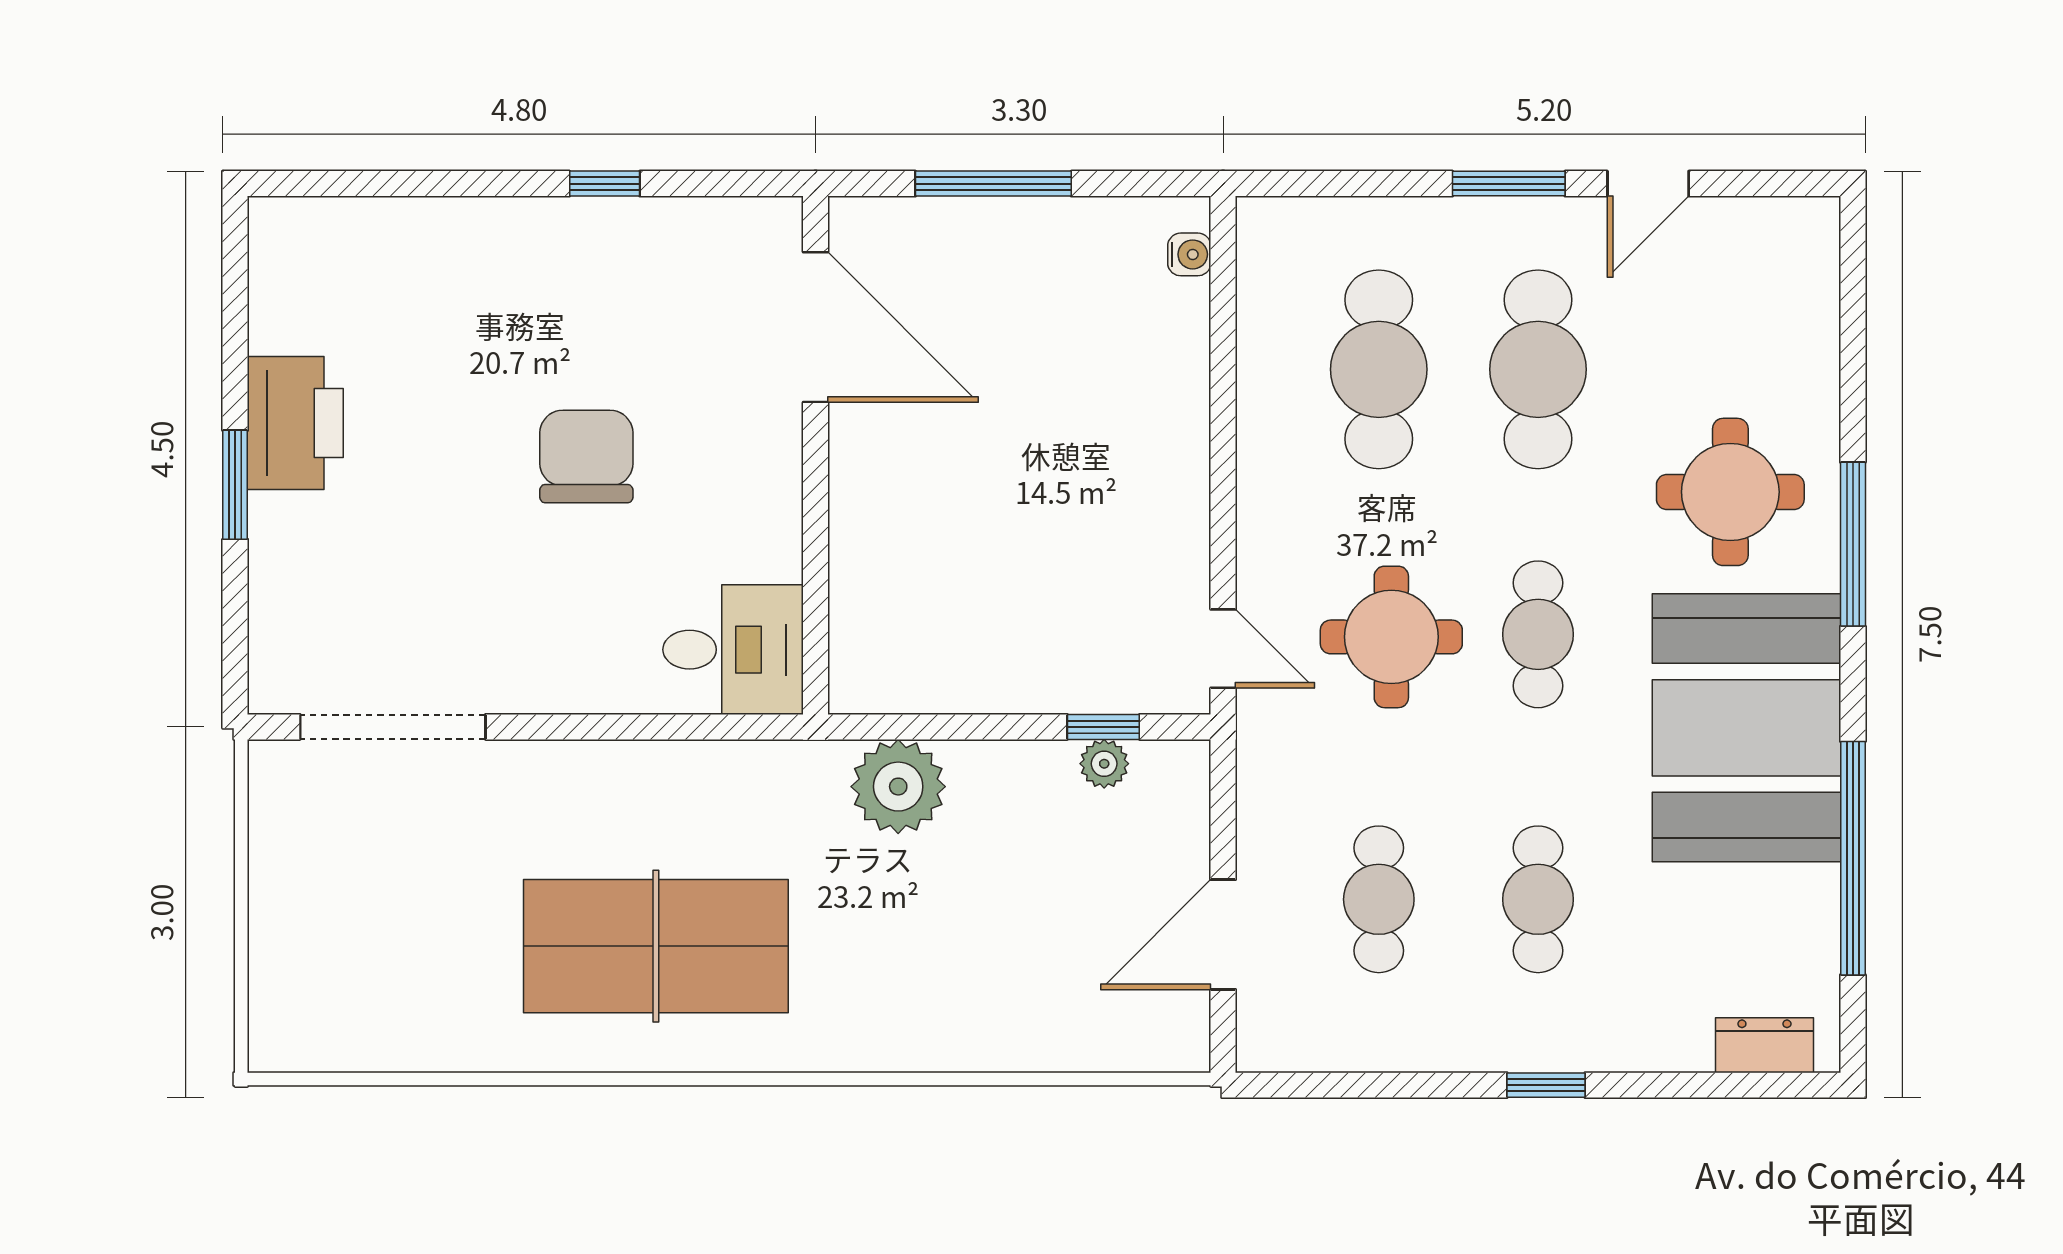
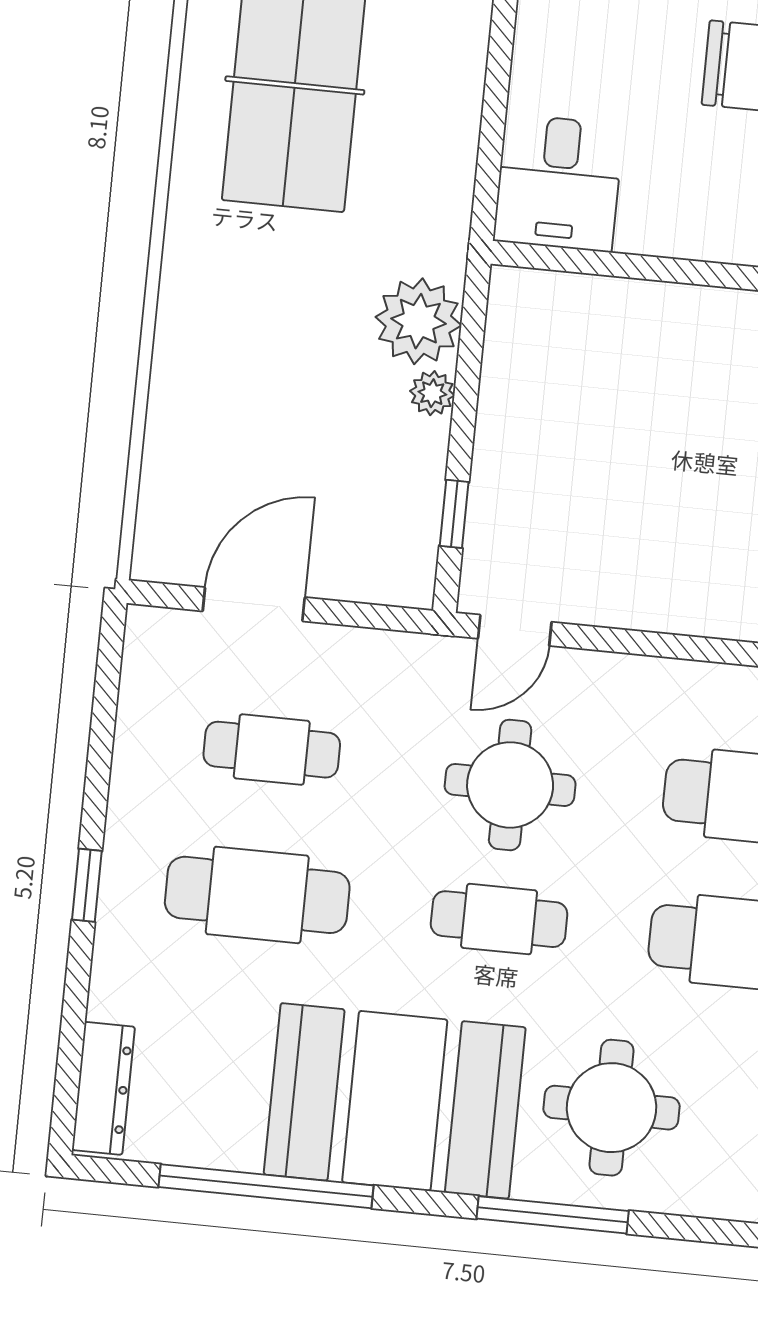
plant: (1104, 764) -> (432, 393), moved
cafe table: (1538, 899) -> (257, 895), width x1.37, depth x1.35
door: (1223, 934) -> (254, 604), hinge flipped
dresser: (1764, 1045) -> (103, 1088), width x1.44

